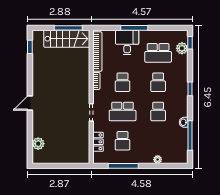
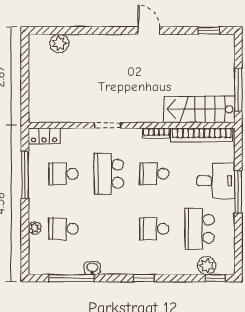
stairs: (67, 39) -> (199, 109), moved, turned 90
door: (30, 103) -> (149, 31), moved
school desk: (158, 112) -> (64, 229), moved
locker: (98, 142) -> (44, 136), moved

